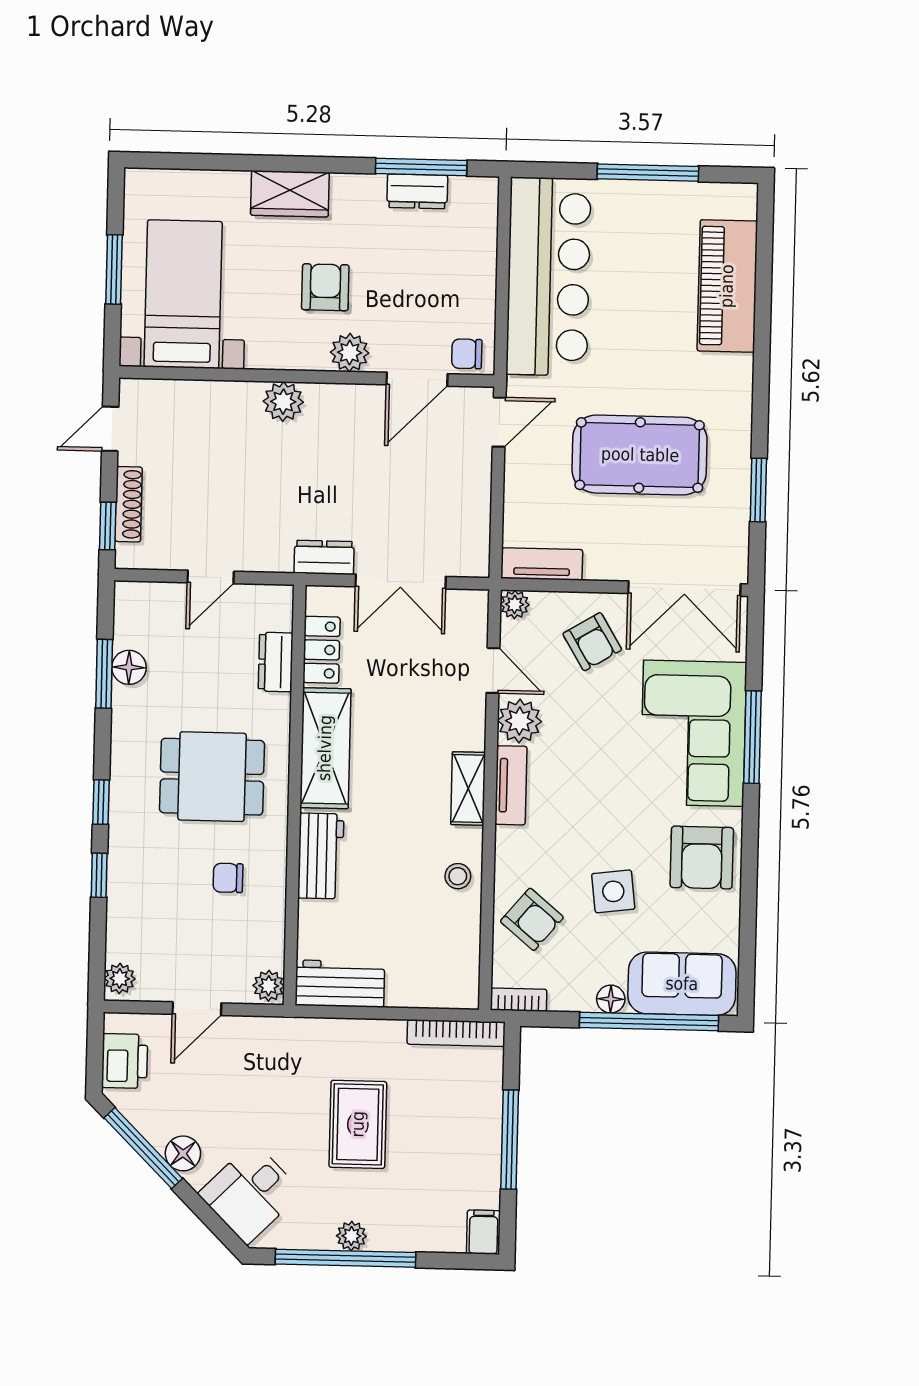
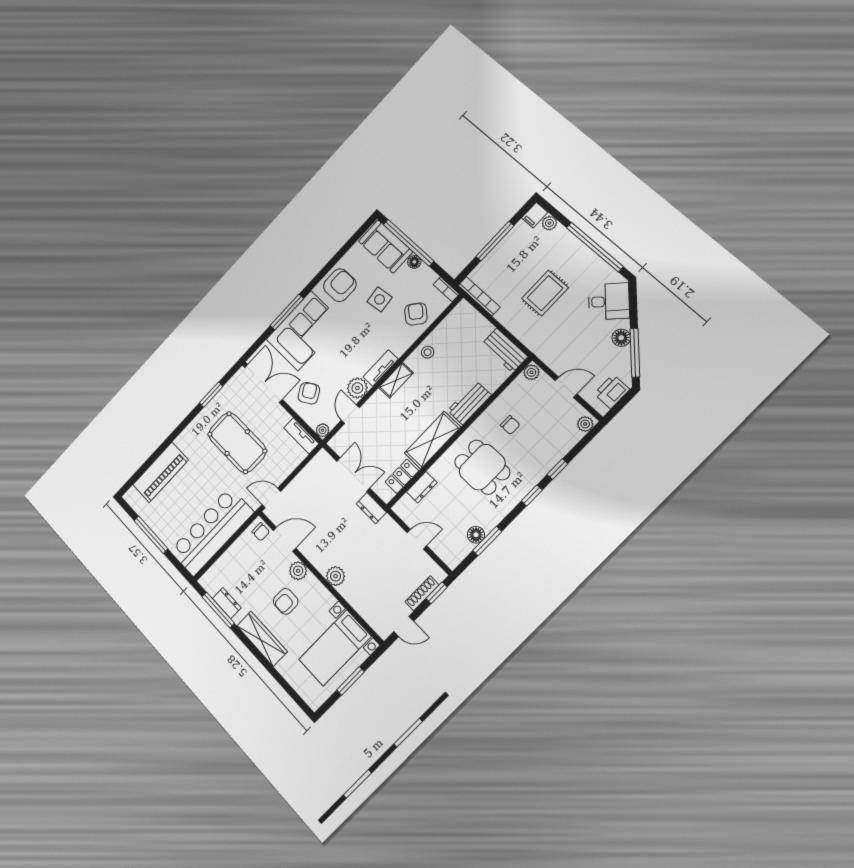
wardrobe: (290, 194) -> (262, 639), width x1.50
plant: (351, 1236) -> (549, 223), moved

